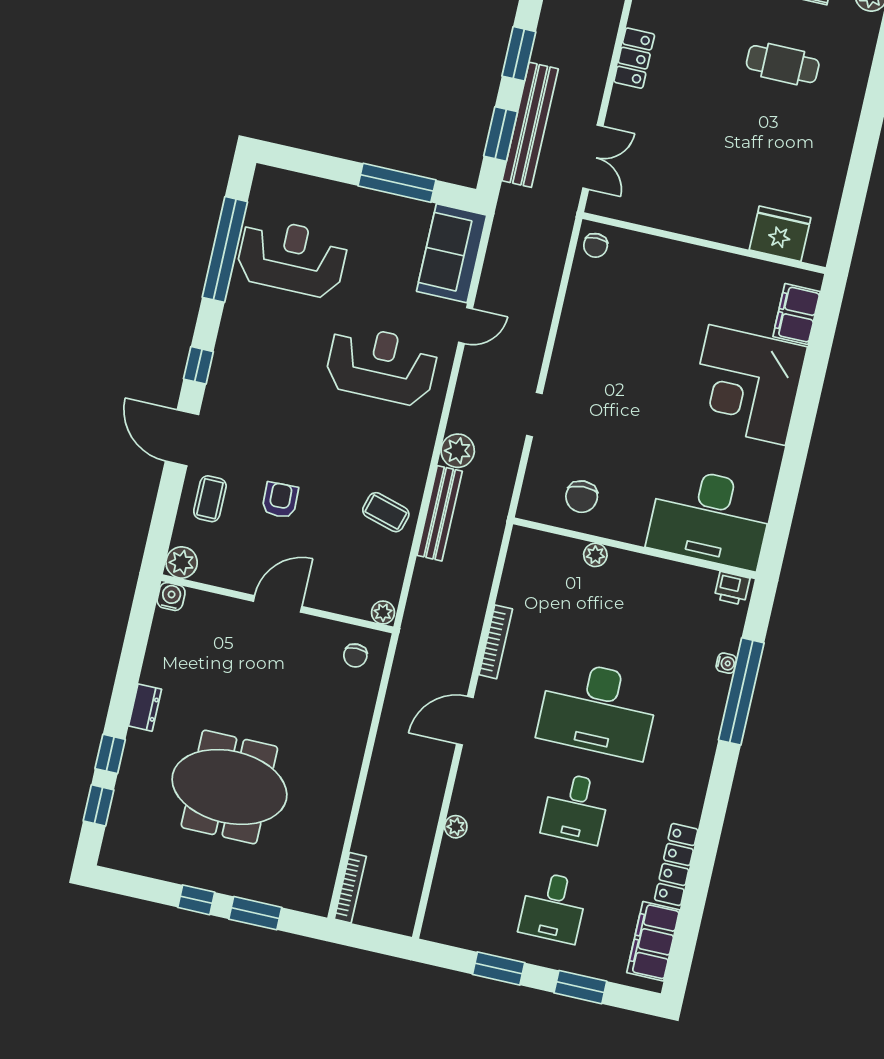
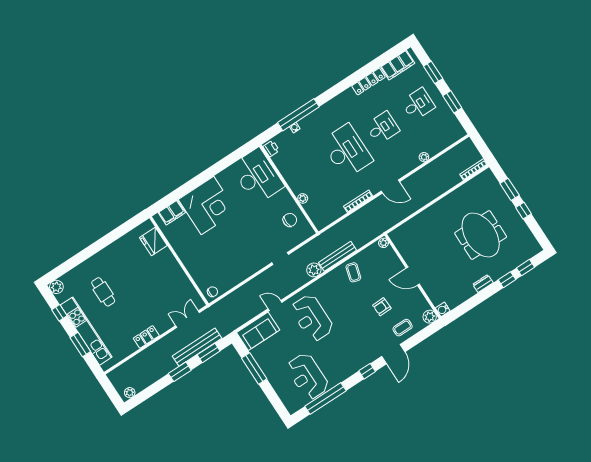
chair: (355, 655) -> (404, 238), removed

